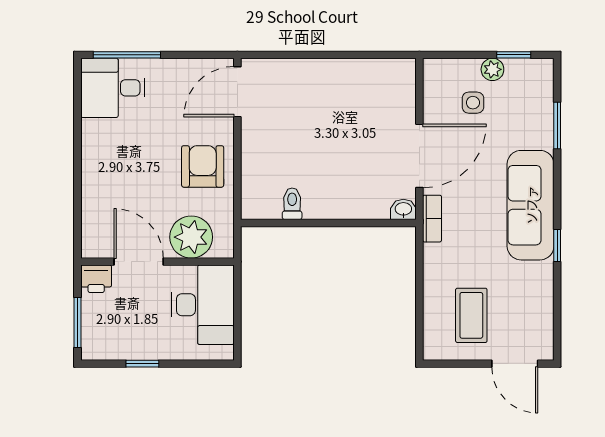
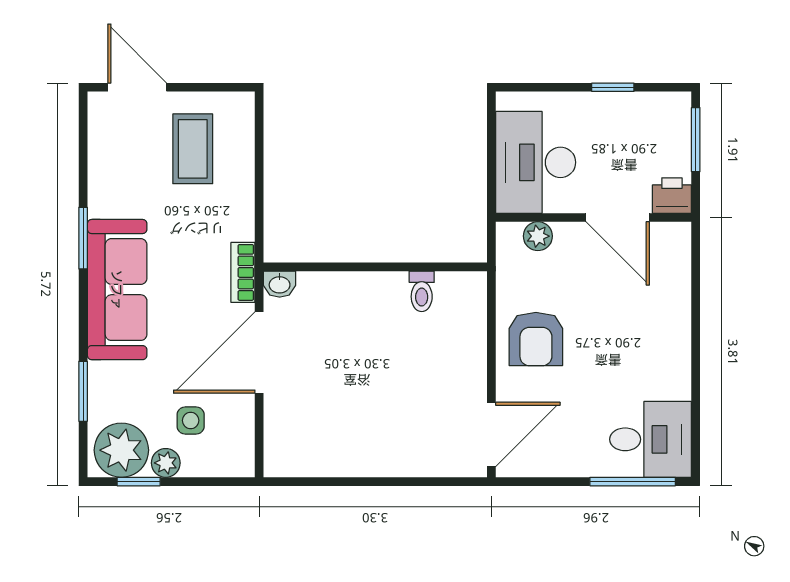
plant: (527, 79) -> (121, 450), added
plant: (191, 237) -> (538, 236), width x0.53, depth x0.53
window: (557, 245) -> (83, 238), width x1.50

